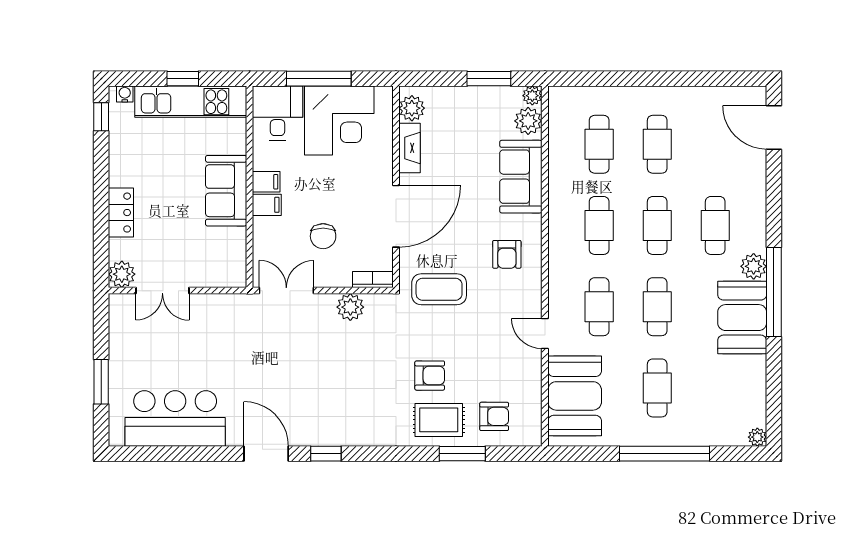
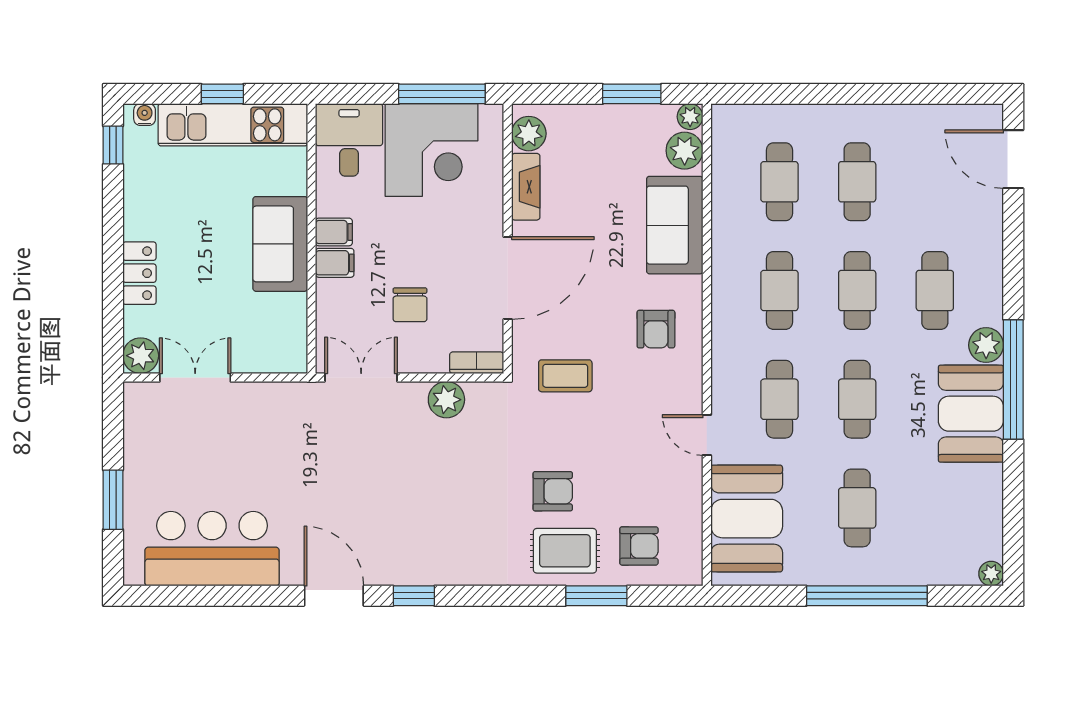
window: (319, 79) -> (442, 94), moved
coffee table: (439, 289) -> (565, 376), width x0.73, depth x0.77
double door: (162, 291) -> (195, 377), swing flipped

